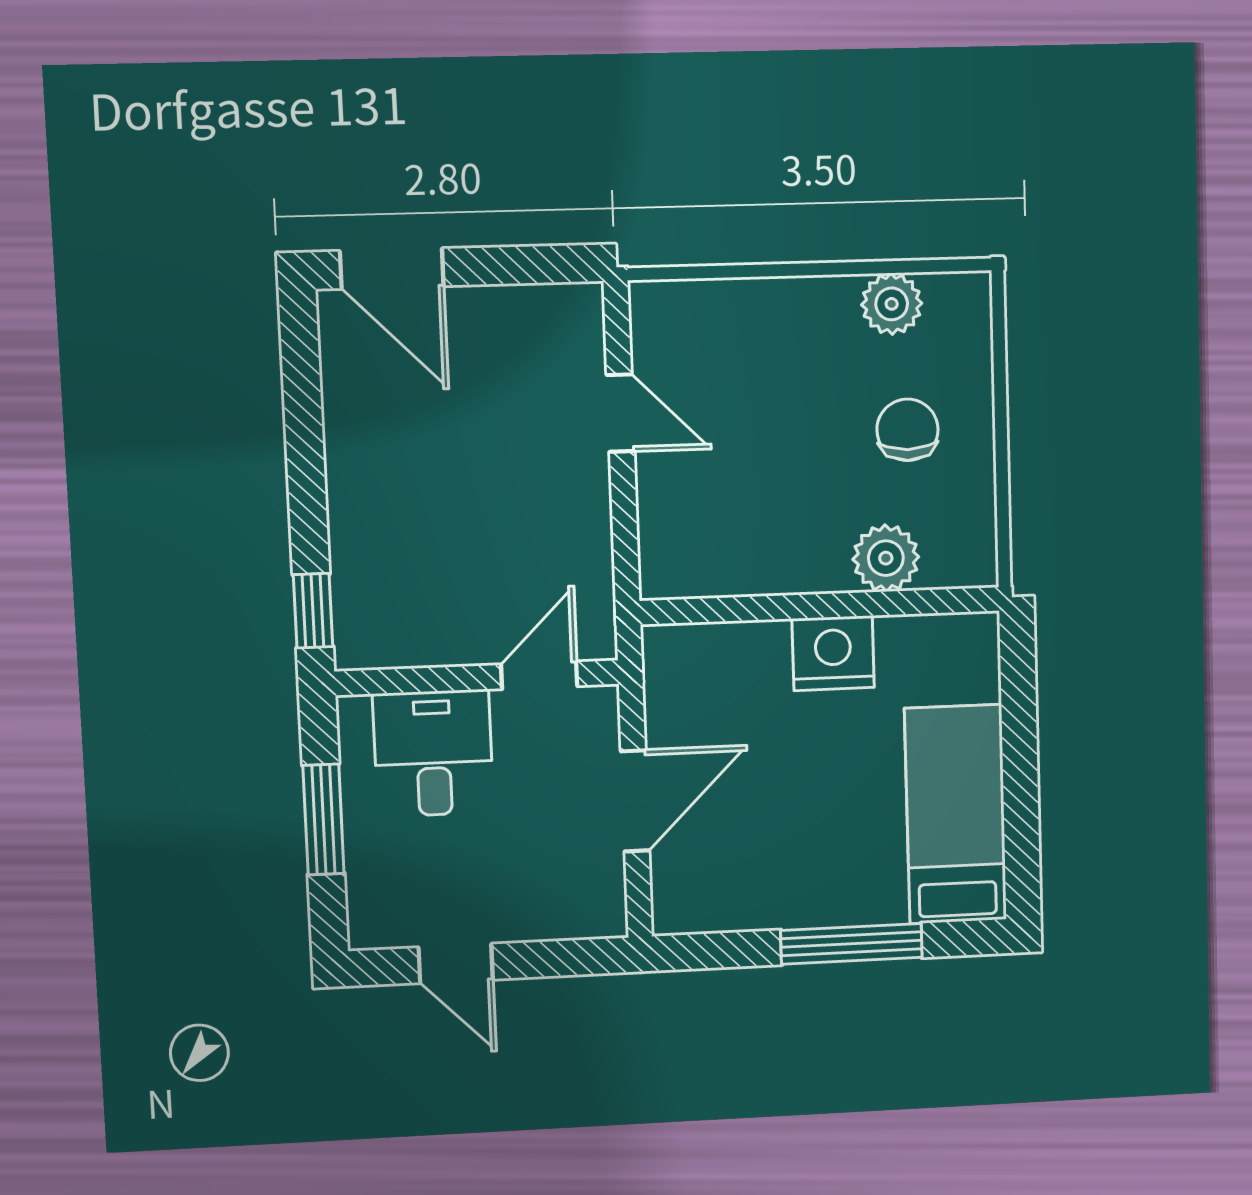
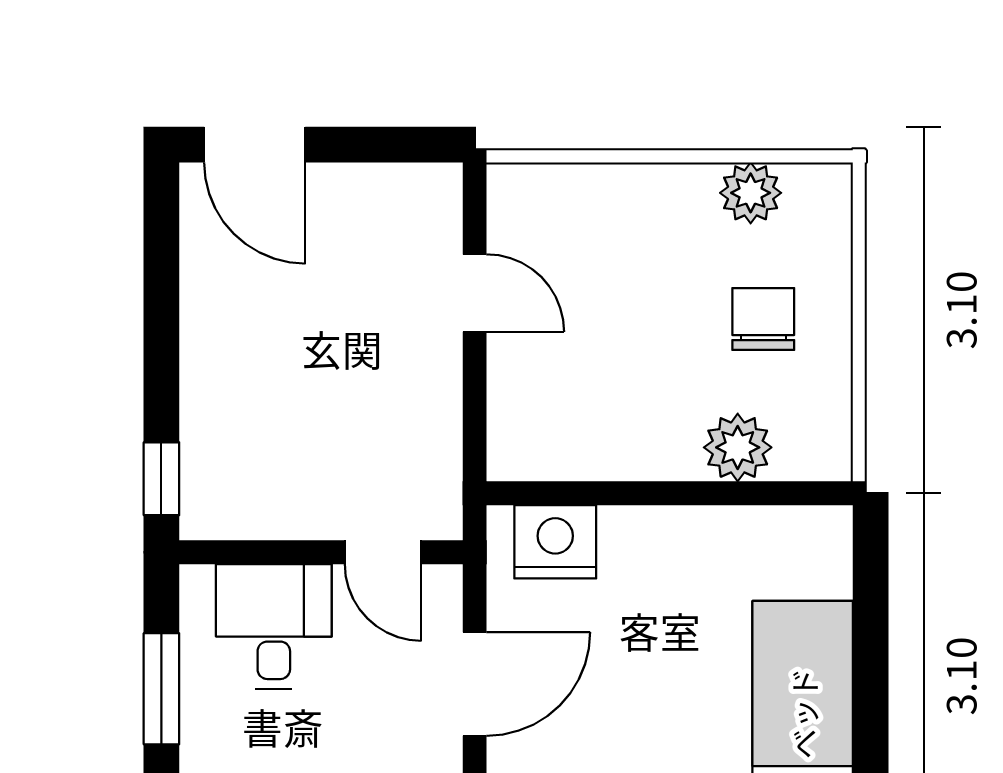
nightstand: (833, 653) -> (555, 542), moved
door: (539, 675) -> (383, 552), swing flipped

